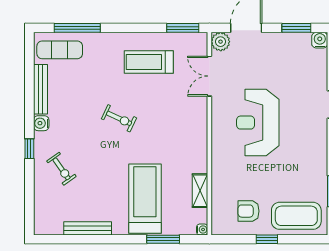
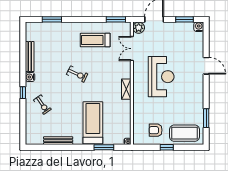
window: (77, 28) -> (52, 19), width x0.69
exercise mat: (60, 50) -> (41, 33), removed
reception desk: (258, 123) -> (161, 77), turned 180
shelving: (200, 191) -> (126, 89), moved

